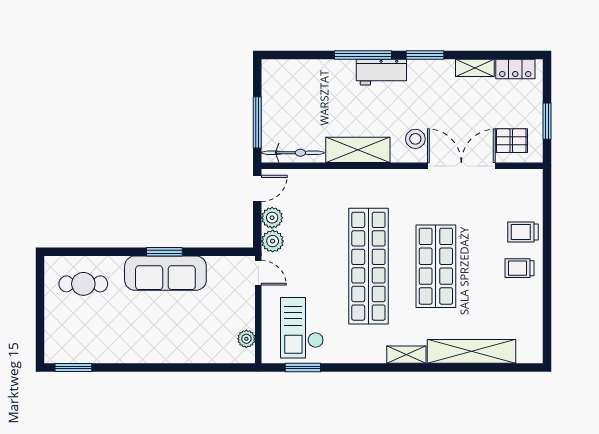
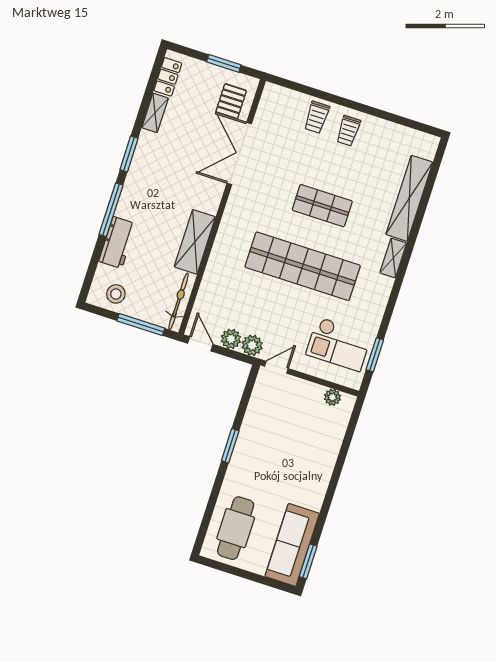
workbench: (381, 72) -> (117, 243), moved
stool: (415, 139) -> (116, 294), moved
shop shelf: (436, 266) -> (322, 206), width x0.70, depth x0.74
sofa: (165, 273) -> (292, 545), moved, turned 180
cafe table: (83, 284) -> (236, 528), width x1.37, depth x1.35

